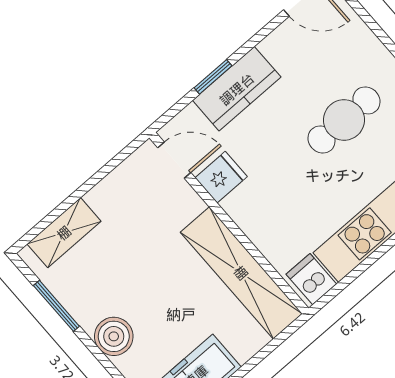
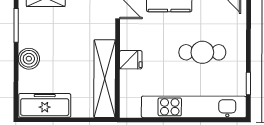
fridge: (221, 177) -> (131, 60), moved
dishwasher: (311, 279) -> (131, 106), removed

